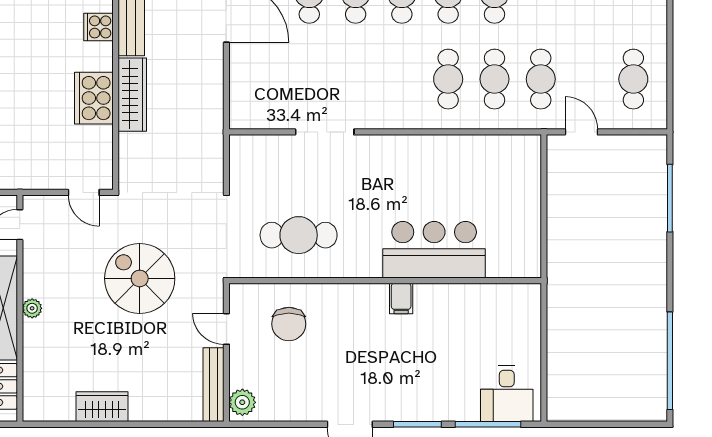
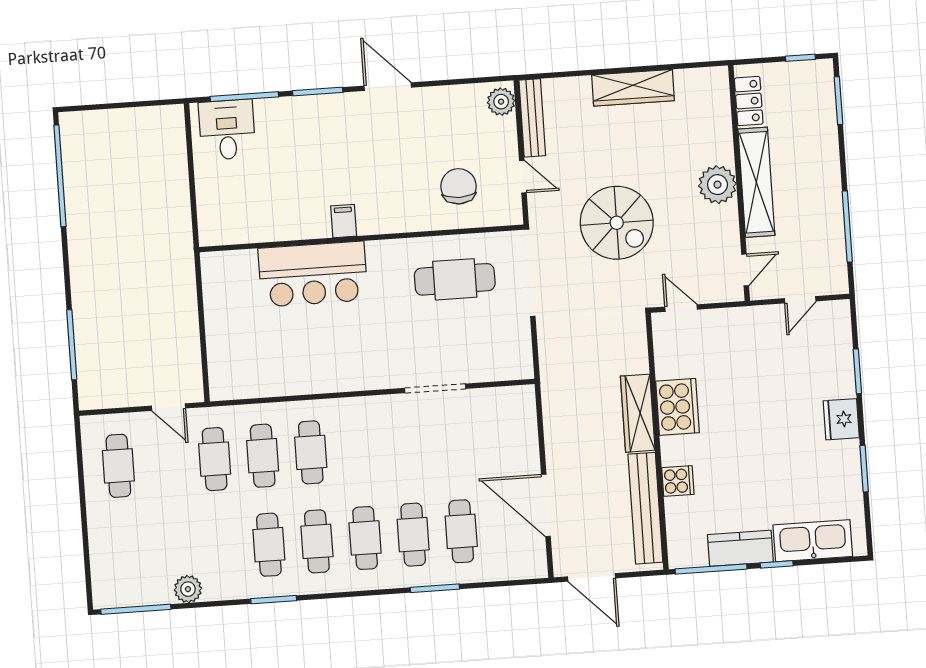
plant: (32, 308) -> (717, 185), width x1.88, depth x1.88
wardrobe: (102, 407) -> (633, 88), width x1.50

